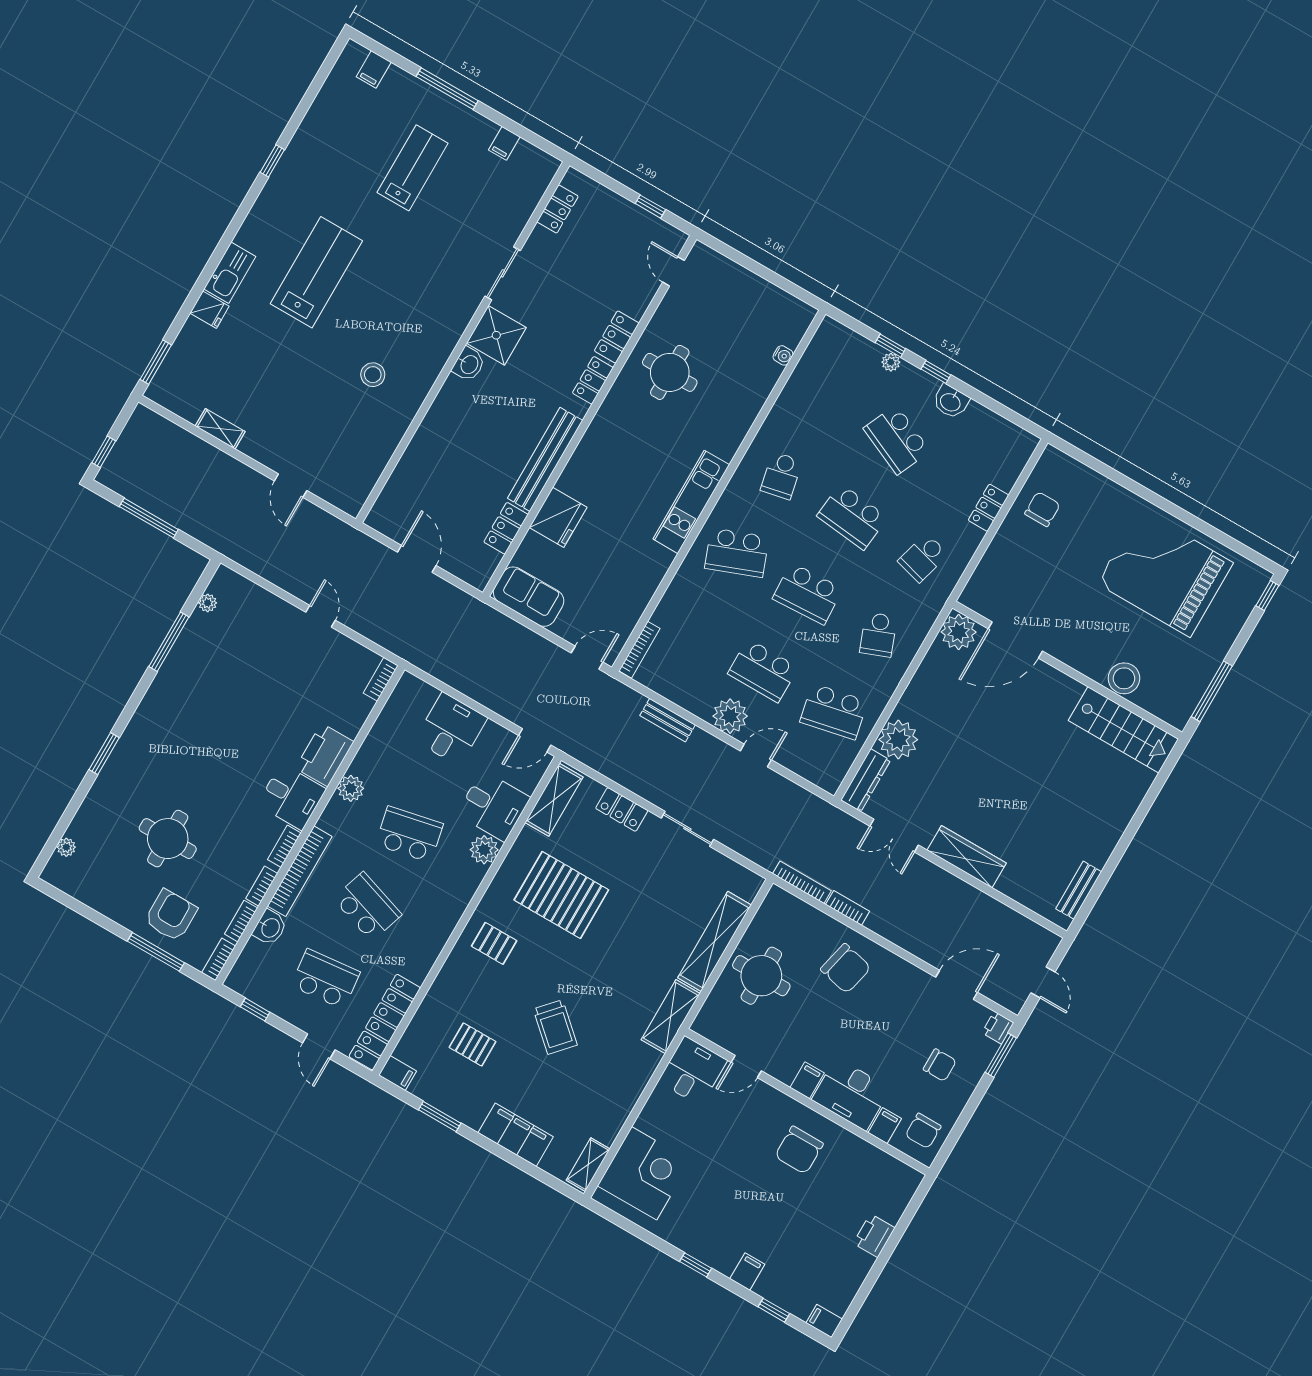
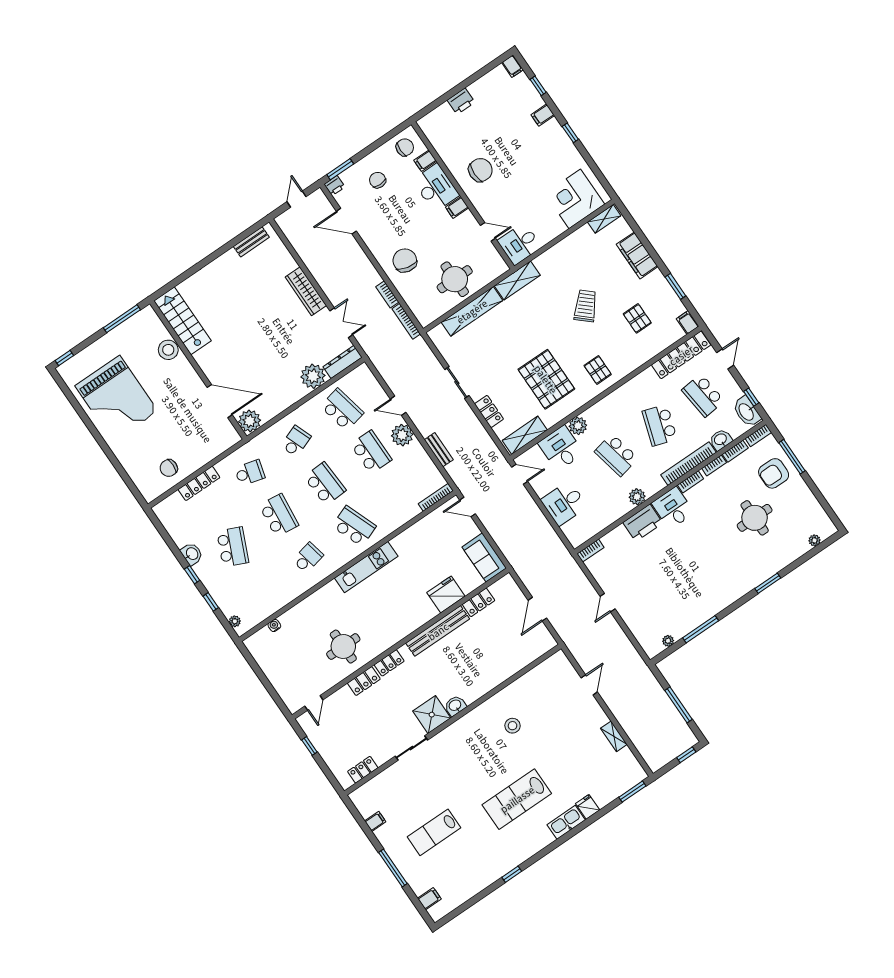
plant: (891, 362) -> (235, 621), moved
locker: (988, 508) -> (199, 483), width x1.53
washbasin: (252, 985) -> (747, 412), added

